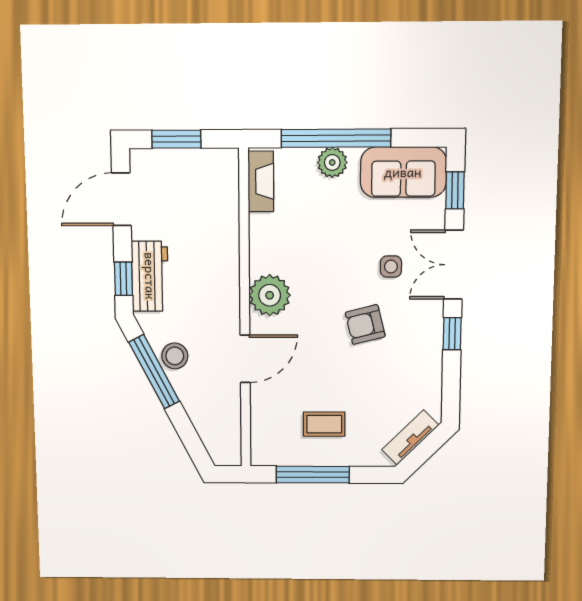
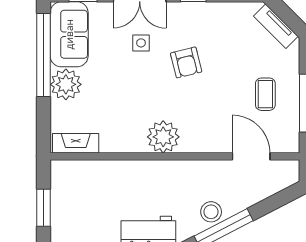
window: (336, 138) -> (44, 55), moved
plant: (332, 162) -> (66, 84), width x1.36, depth x1.36
door: (245, 359) -> (251, 156), moved

